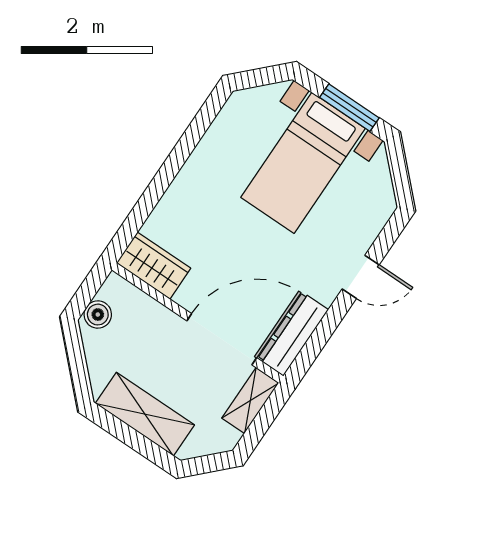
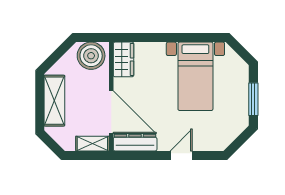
bed with nightstands: (303, 163) -> (195, 76), moved, turned -90
door: (361, 277) -> (181, 156), swing flipped
boiler: (98, 315) -> (91, 56), width x1.86, depth x1.86

